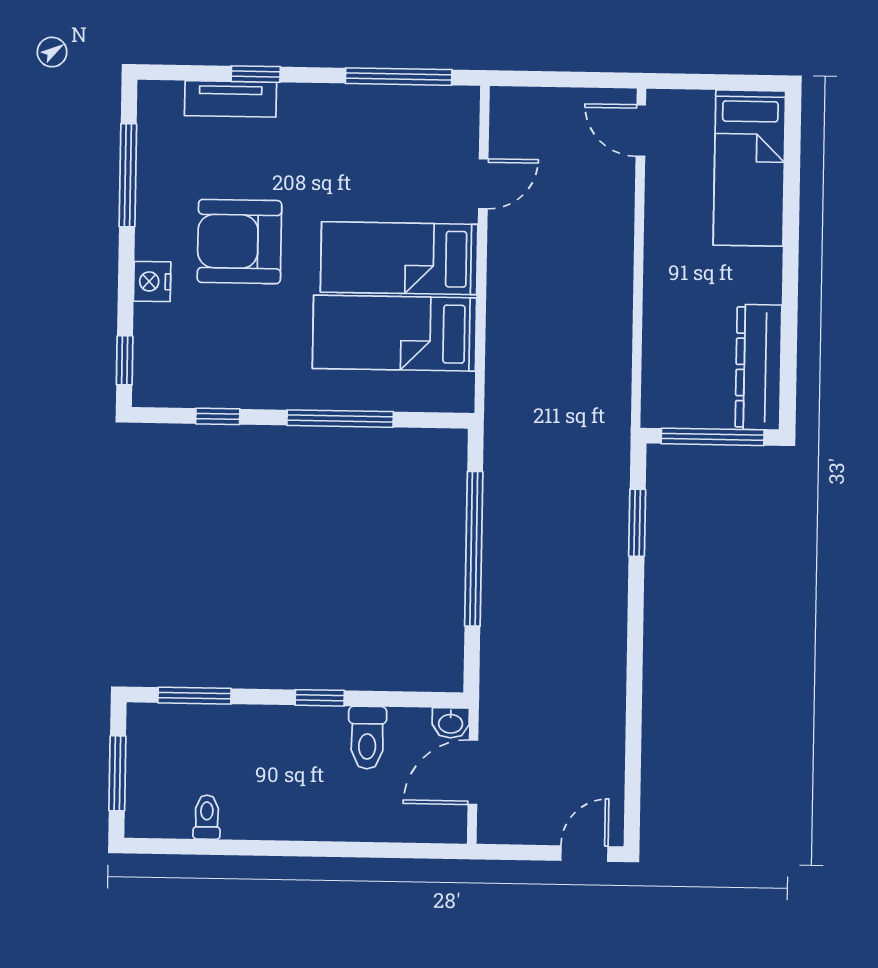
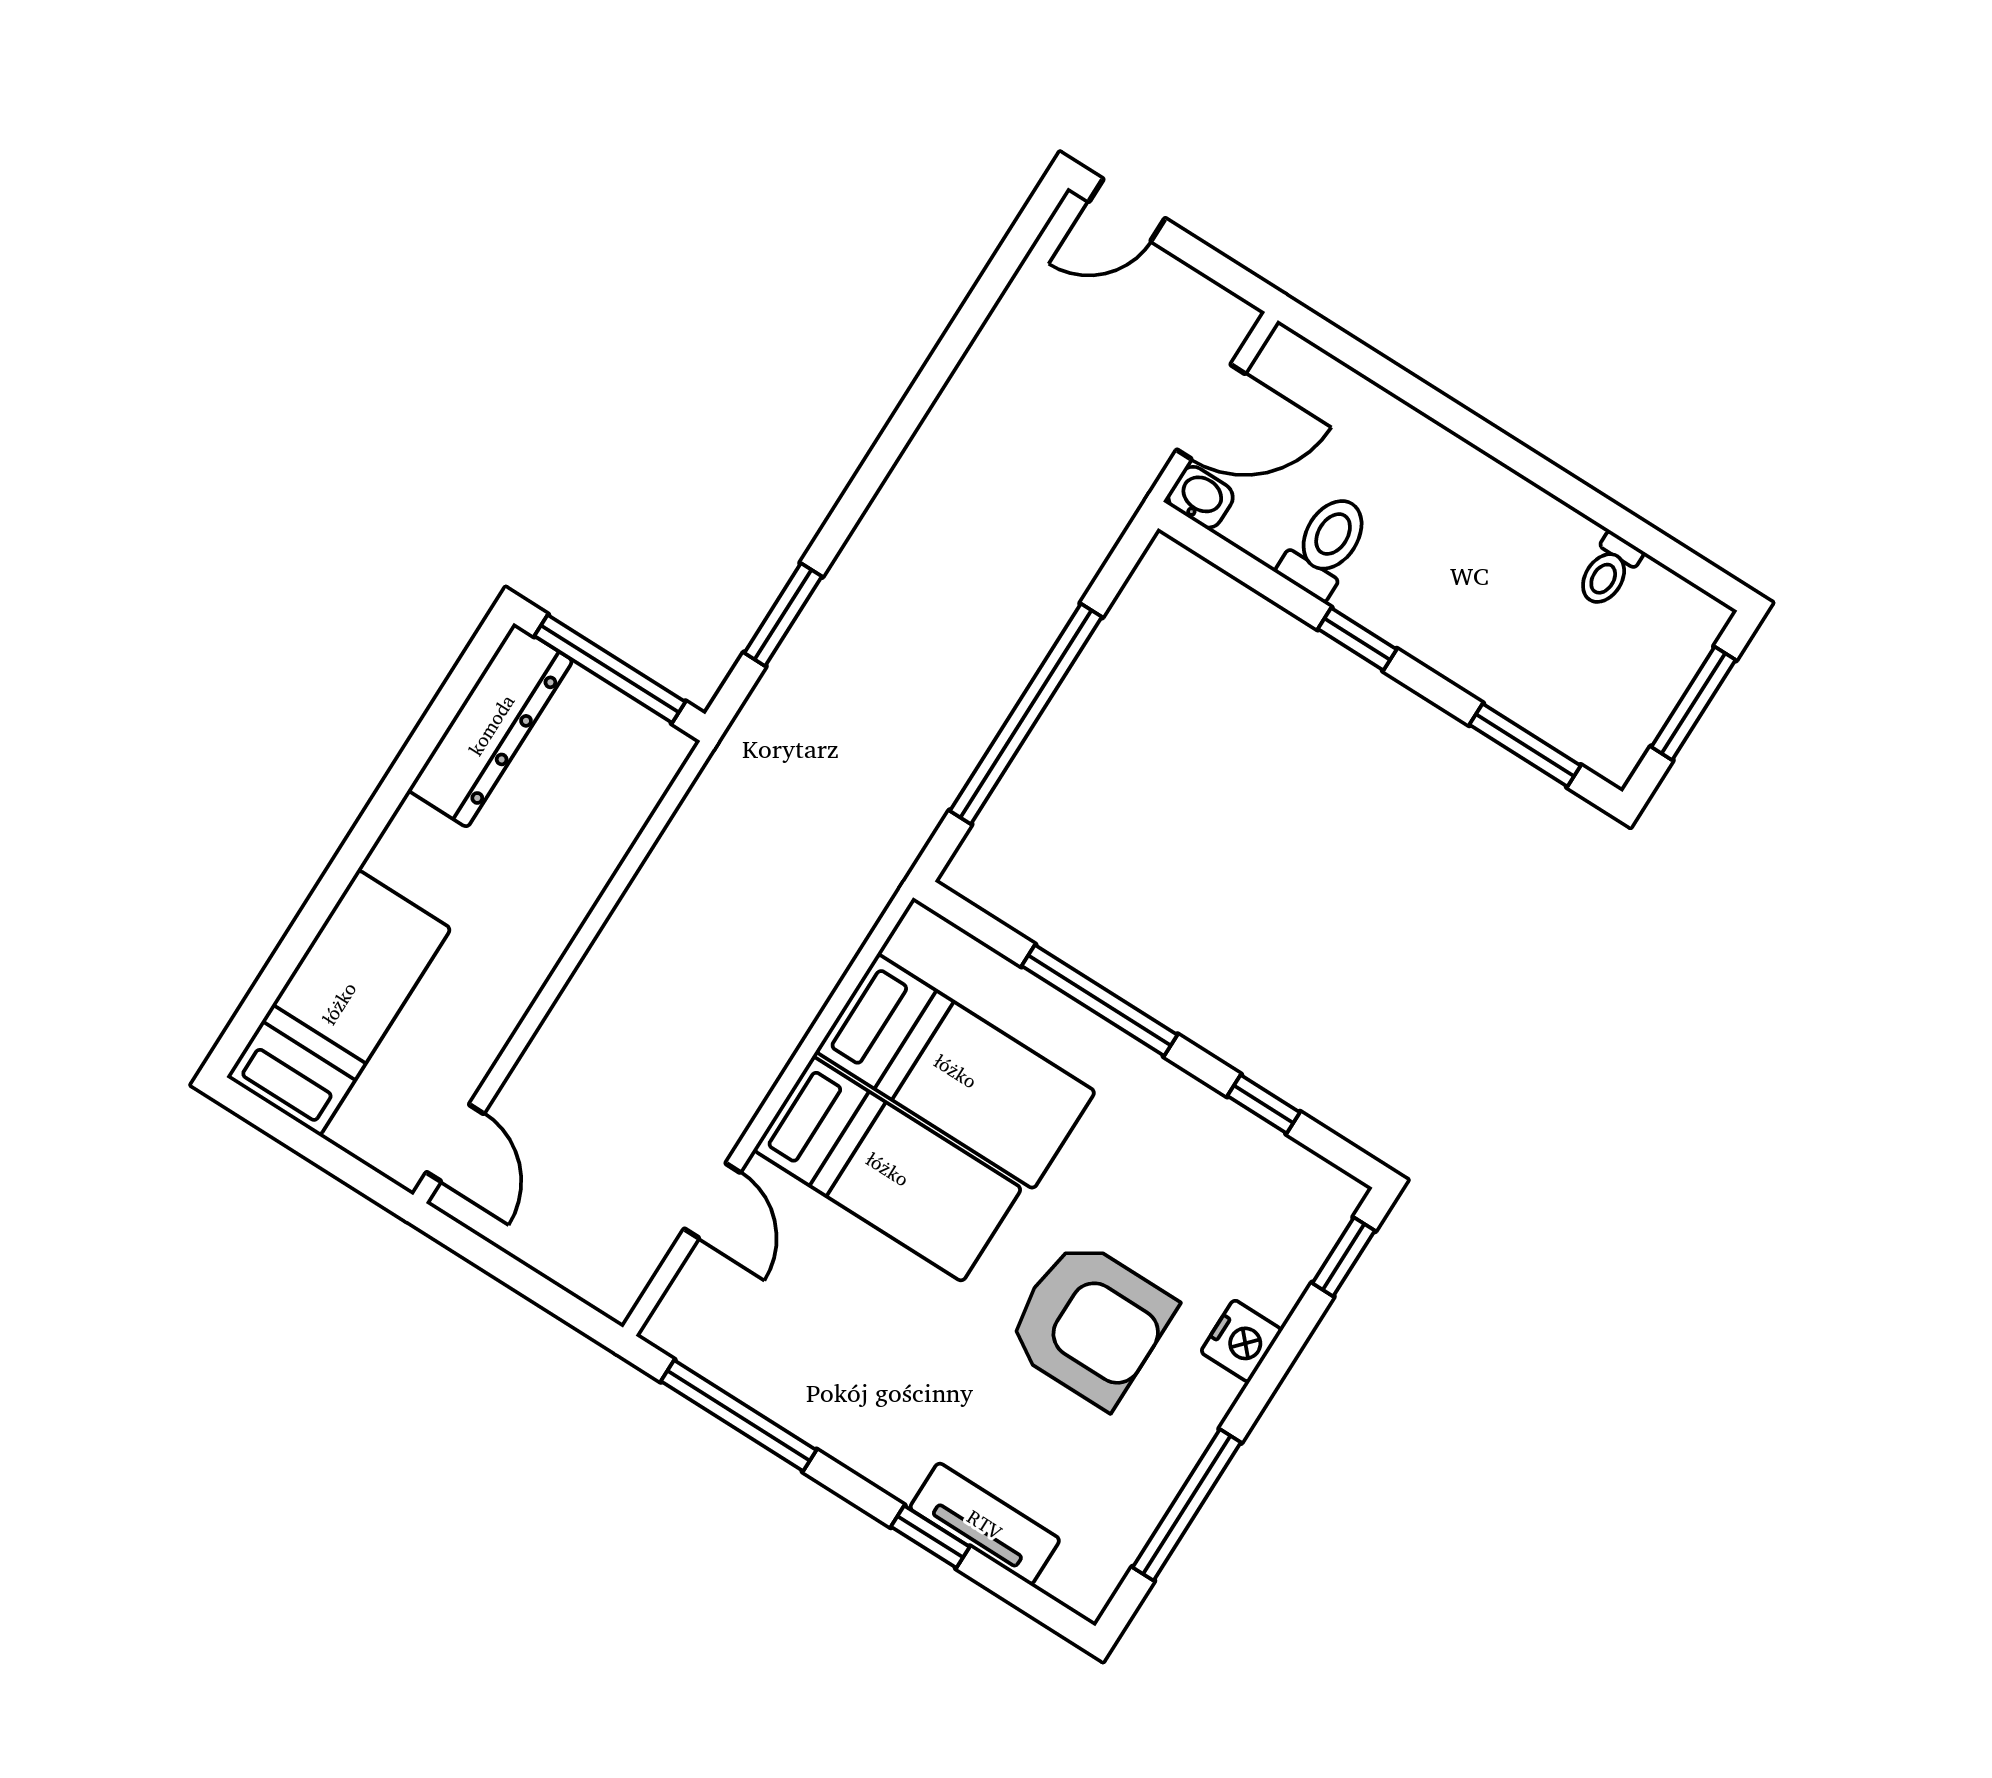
door: (483, 184) -> (712, 1201), swing flipped

